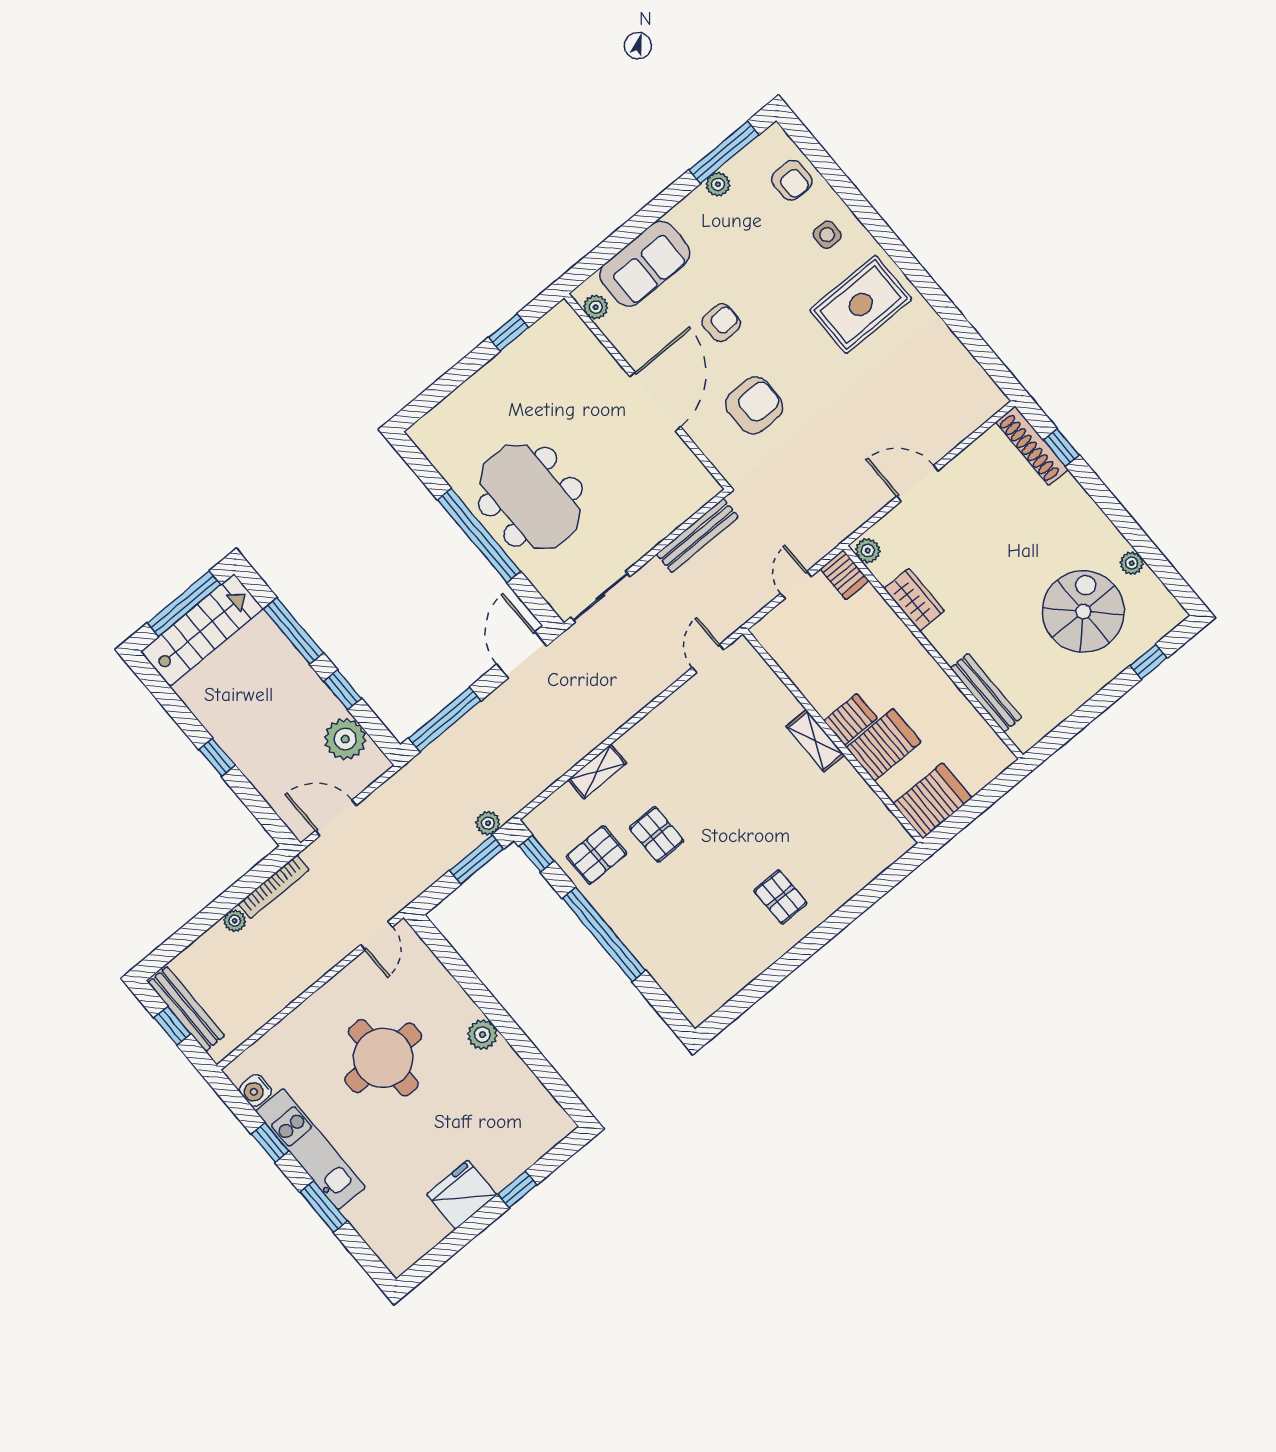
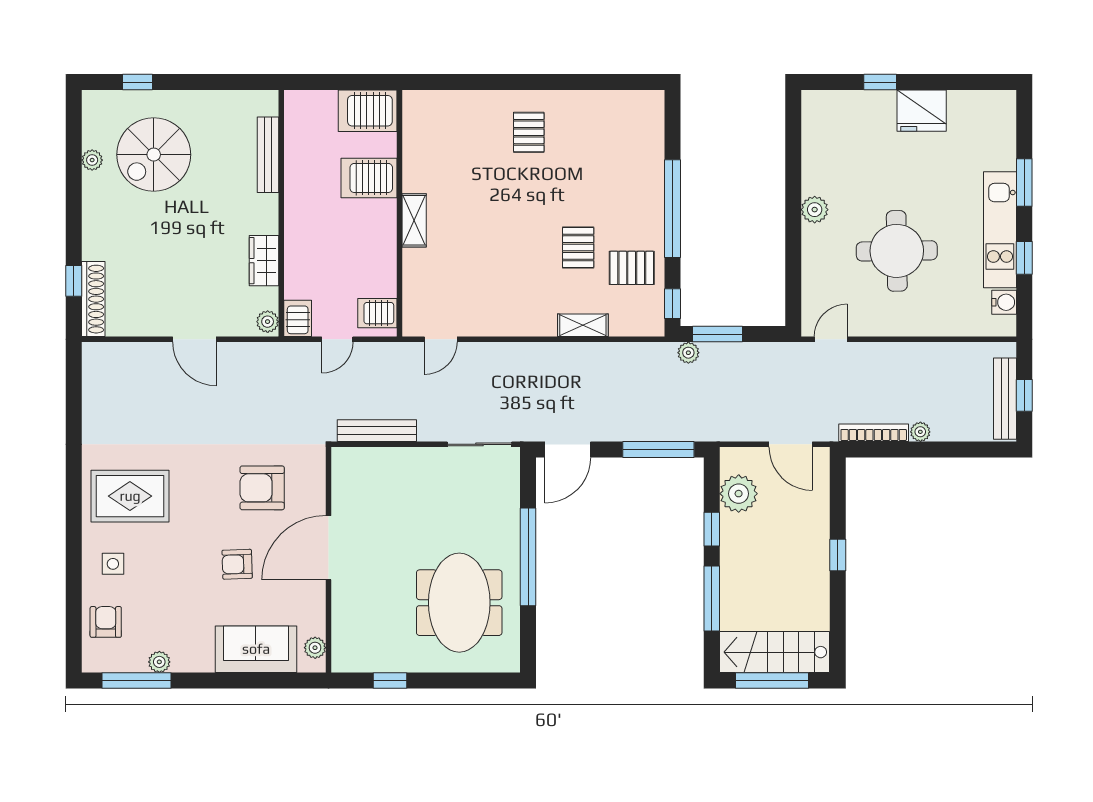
meeting table: (530, 497) -> (459, 603), moved
server rack: (851, 720) -> (377, 313), moved

